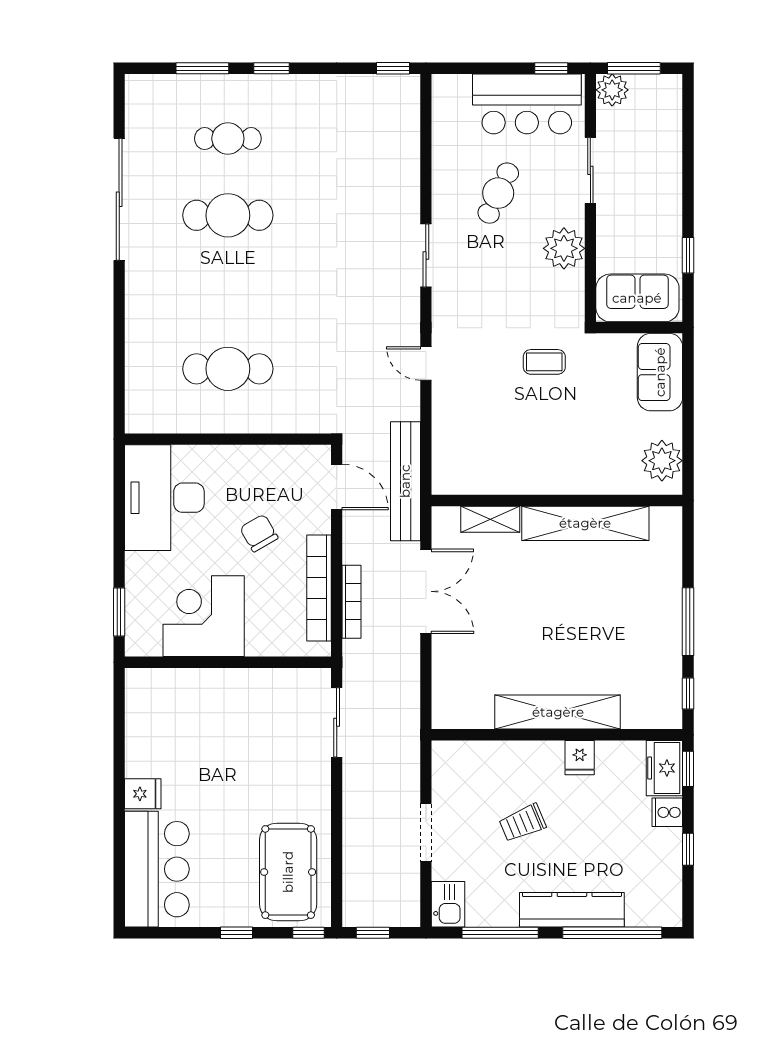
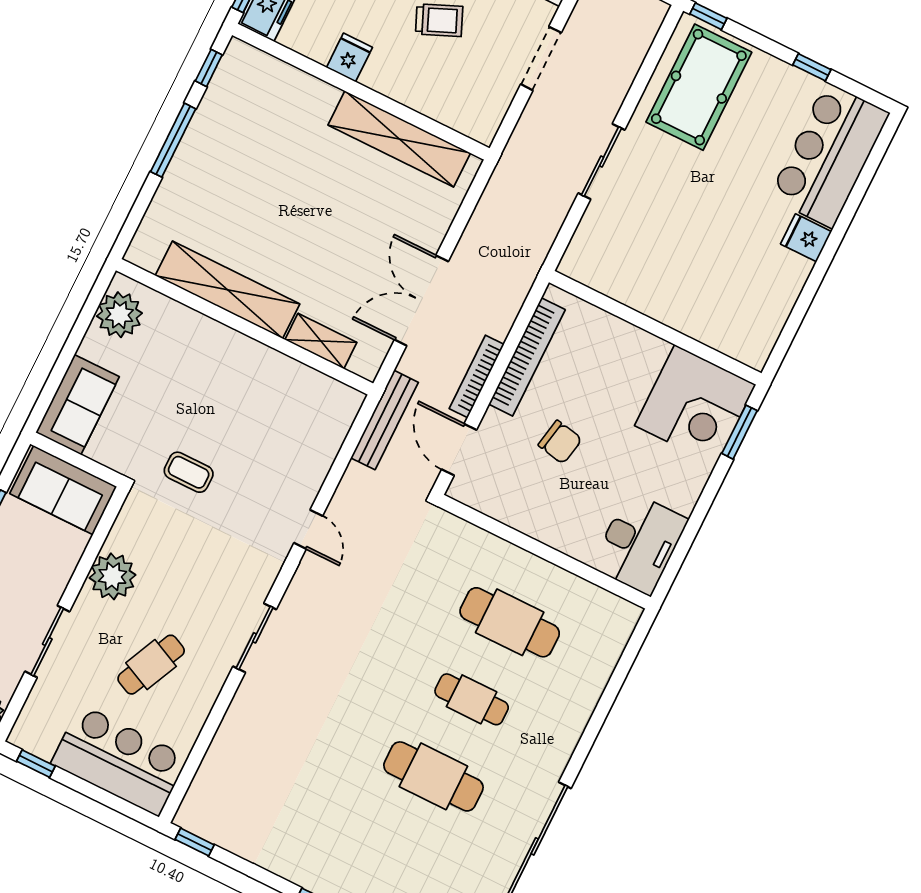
bar counter: (527, 104) -> (119, 760), moved
cafe table: (228, 139) -> (472, 699), moved
bench: (405, 481) -> (384, 420), width x0.73, depth x0.82
desk: (164, 498) -> (640, 543), width x0.73, depth x0.77
chair: (259, 533) -> (560, 442), turned -49
bookcase: (352, 602) -> (477, 376), moved
corner desk: (204, 616) -> (695, 405), moved
shelving: (558, 712) -> (399, 139), moved
sliding door: (337, 722) -> (601, 162), moved
window: (236, 933) -> (812, 67), moved

